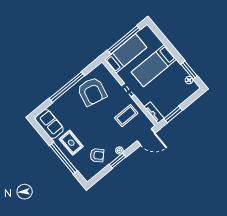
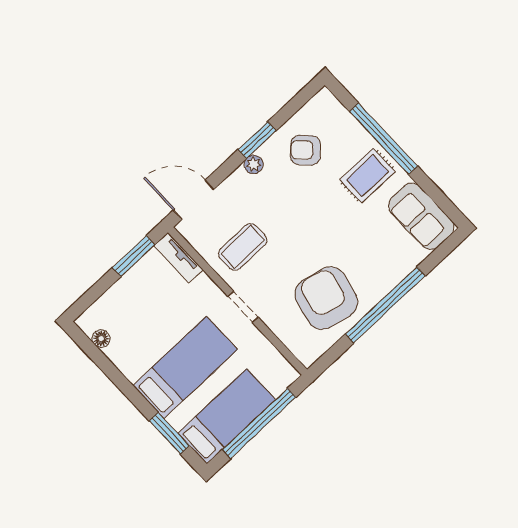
bed: (126, 54) -> (227, 416), moved, turned 180
window: (189, 70) -> (169, 433), moved
rug: (71, 143) -> (367, 176), turned 90

